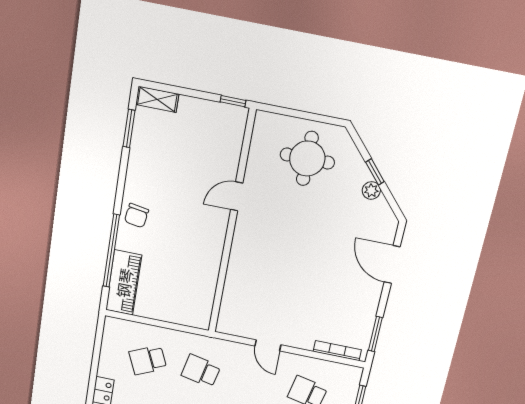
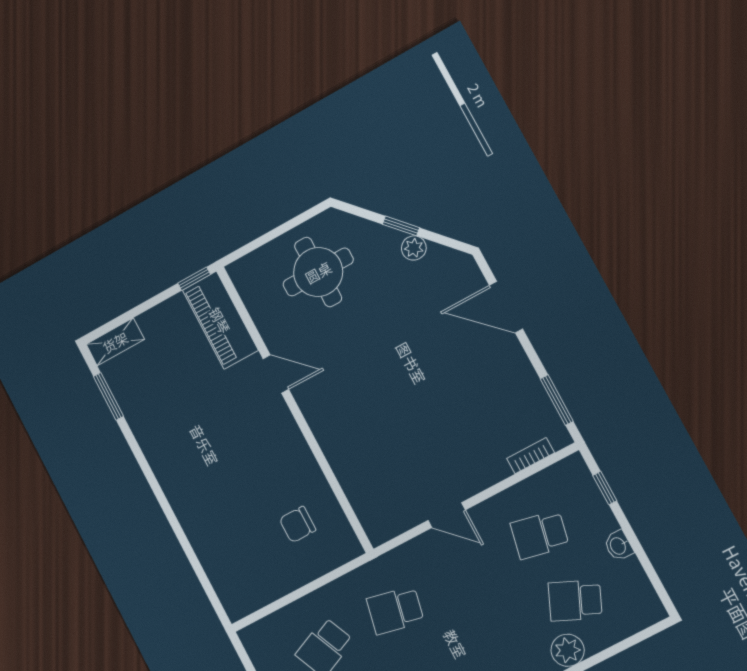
door: (237, 196) -> (276, 374), swing flipped
chair: (136, 216) -> (297, 524), moved, turned 81
window: (111, 251) -> (187, 548), removed
piano: (124, 283) -> (220, 320), moved, turned 180
bookcase: (337, 351) -> (531, 456), width x0.64

